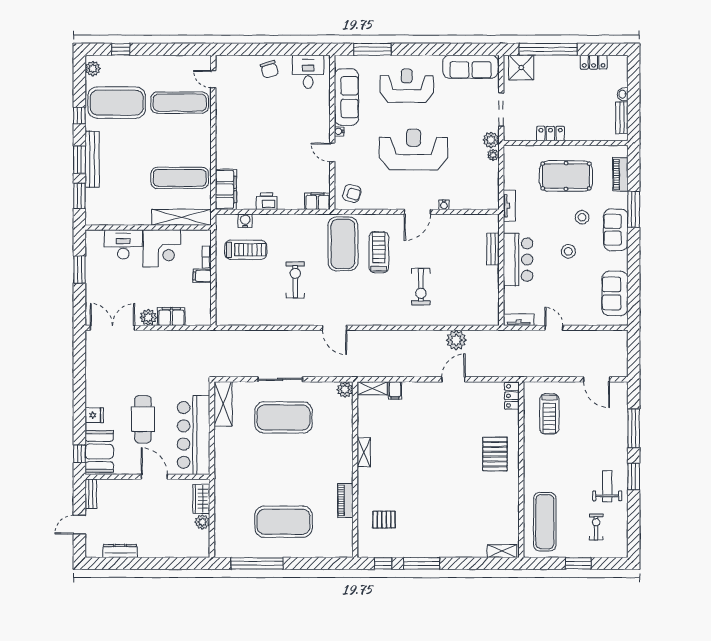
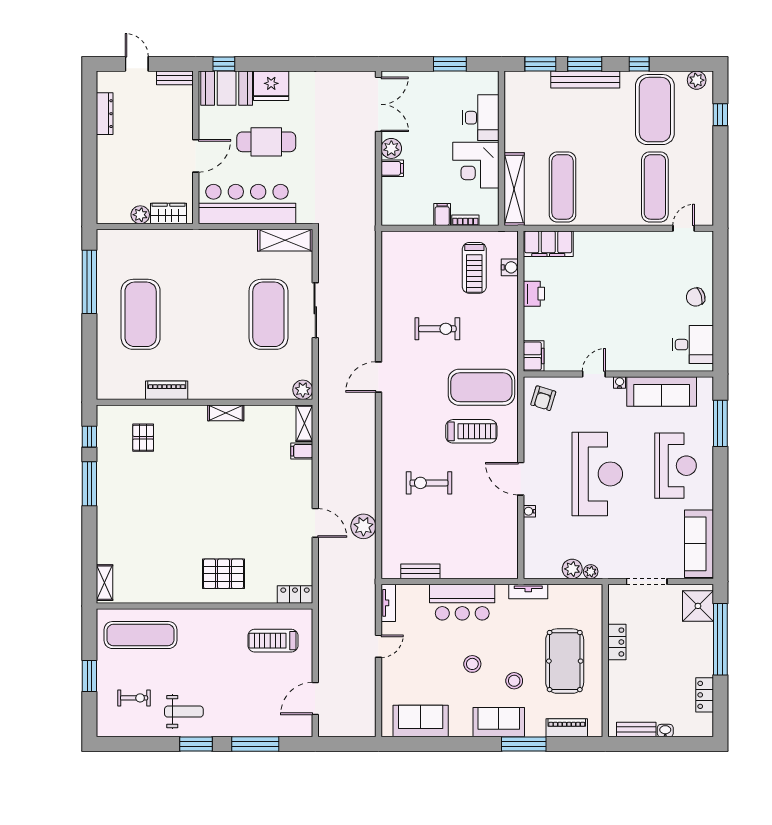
plant: (491, 140) -> (572, 569), moved
bench: (493, 249) -> (420, 571), moved
filing cabinet: (171, 317) -> (392, 168), width x0.50
fridge: (94, 415) -> (271, 86), width x1.88, depth x1.34

